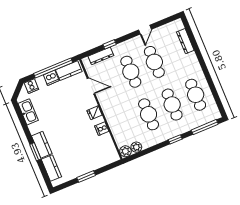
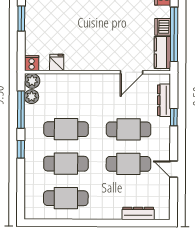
fridge: (95, 113) -> (57, 62), moved
window: (205, 127) -> (21, 110), moved
cooker: (102, 129) -> (32, 63), moved

